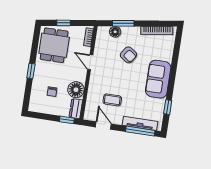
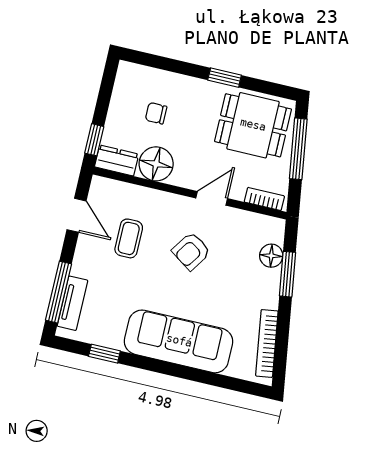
window: (64, 23) -> (298, 149), width x2.17
armchair: (128, 55) -> (191, 251), moved
window: (31, 71) -> (225, 78), moved
sofa: (158, 79) -> (179, 341), width x1.36
tv unit: (140, 123) -> (72, 303), width x0.71
door: (103, 125) -> (76, 215), hinge flipped

